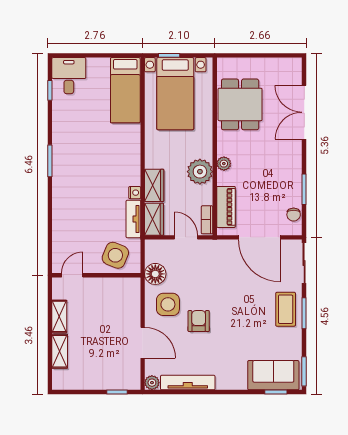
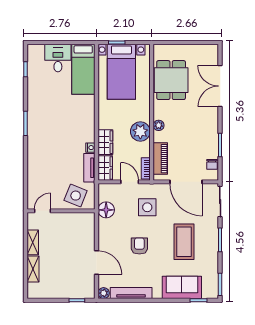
desk: (69, 76) -> (58, 58), moved
side table: (168, 304) -> (147, 207), moved
coffee table: (286, 309) -> (184, 242), moved, width x1.36, depth x1.32
sofa: (273, 375) -> (182, 287), moved

